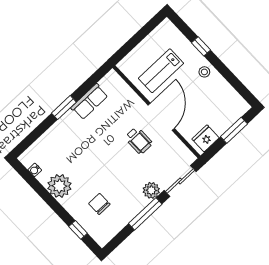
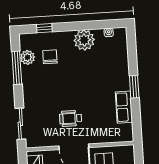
plant: (151, 190) -> (27, 57), moved
chair: (99, 204) -> (50, 57), turned -90
window: (145, 214) -> (17, 68), moved

